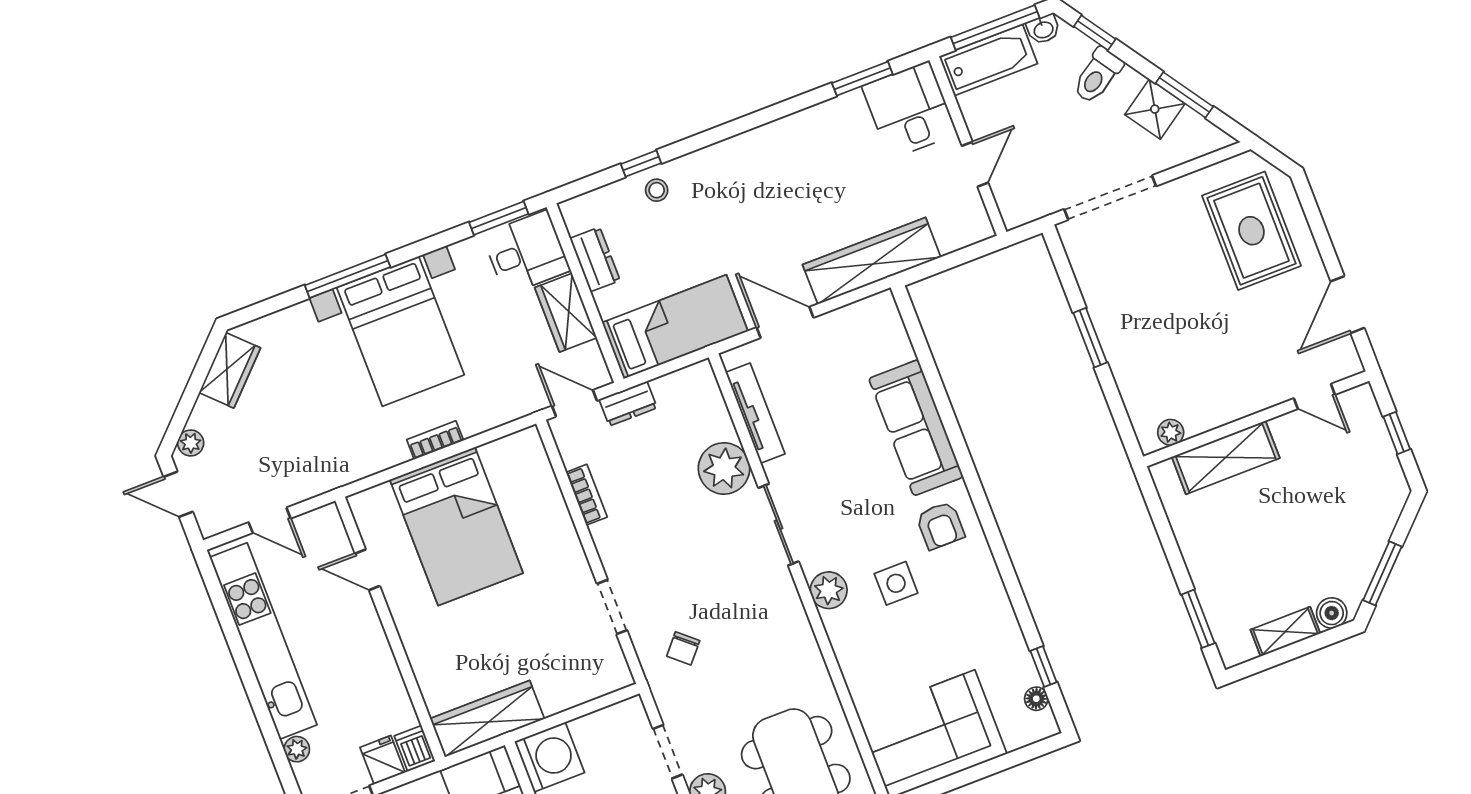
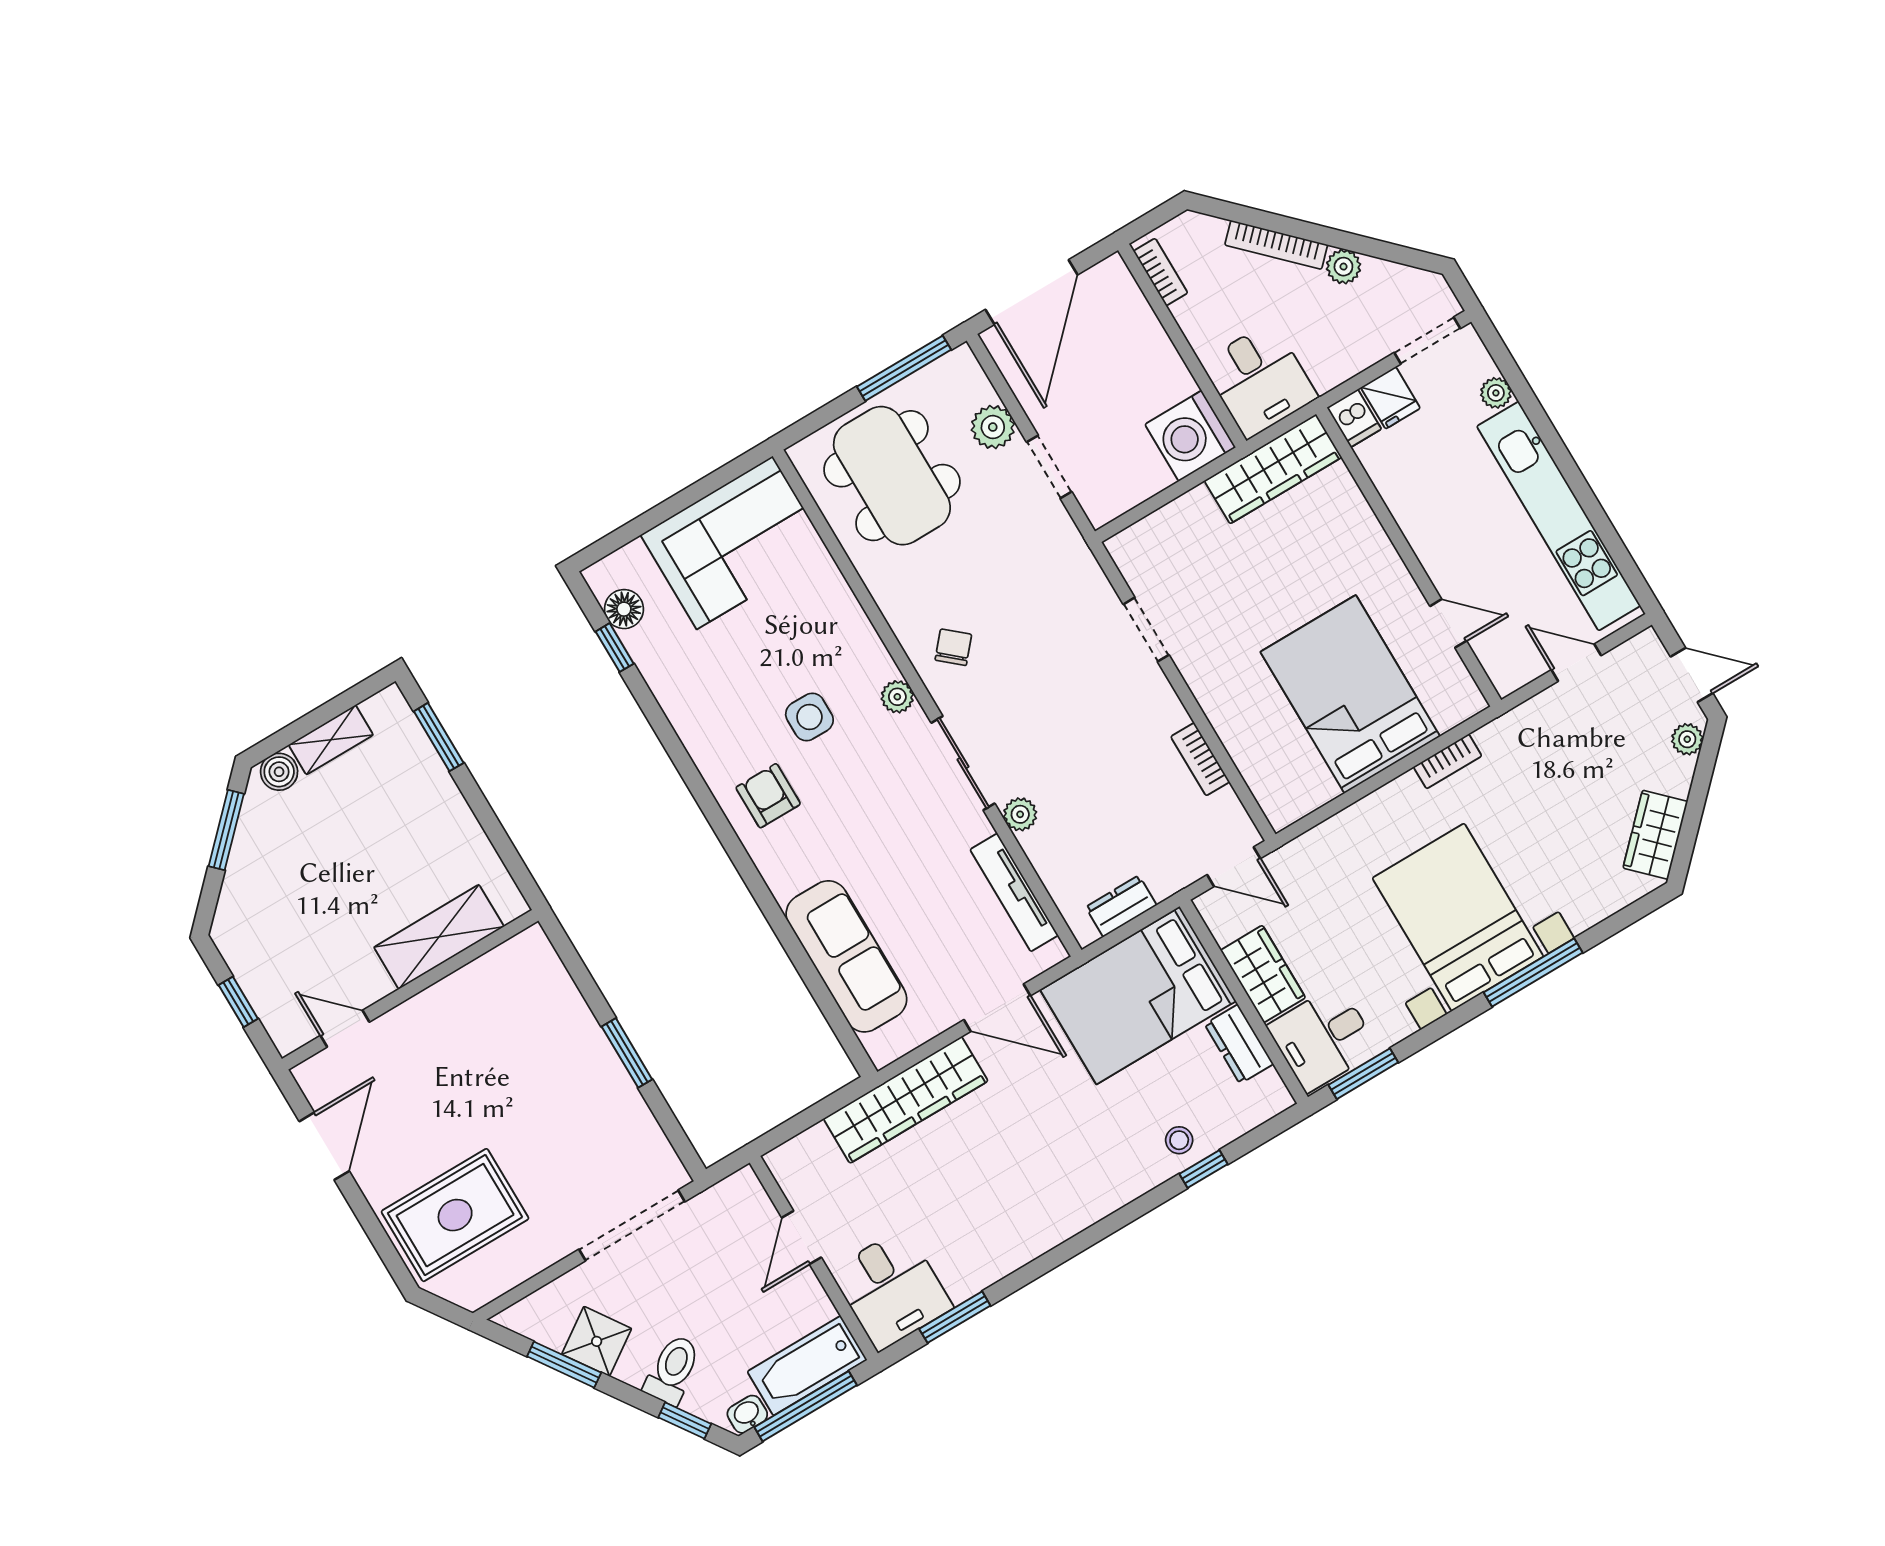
rug: (1251, 231) -> (455, 1215), turned 90
bed: (675, 327) -> (1138, 996), width x1.50
dresser: (628, 404) -> (1121, 906), moved
sofa: (916, 428) -> (846, 956), moved
plant: (1171, 432) -> (510, 956), removed
bookcase: (435, 440) -> (1448, 761), moved
plant: (724, 468) -> (1020, 814), width x0.53, depth x0.53
plant: (829, 590) -> (897, 697), width x0.73, depth x0.73
chair: (683, 648) -> (953, 647), moved
floor lamp: (1036, 699) -> (624, 609), width x1.37, depth x1.37

